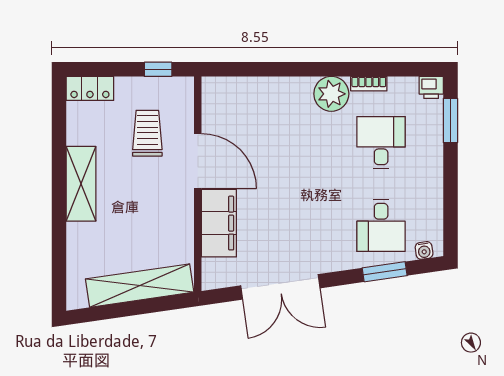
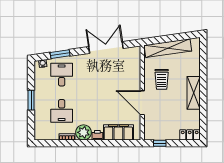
printer: (431, 87) -> (97, 135), moved
window: (450, 120) -> (31, 100), moved
trolley: (147, 133) -> (162, 79), moved
filing cabinet: (219, 223) -> (118, 132), moved, turned 90

